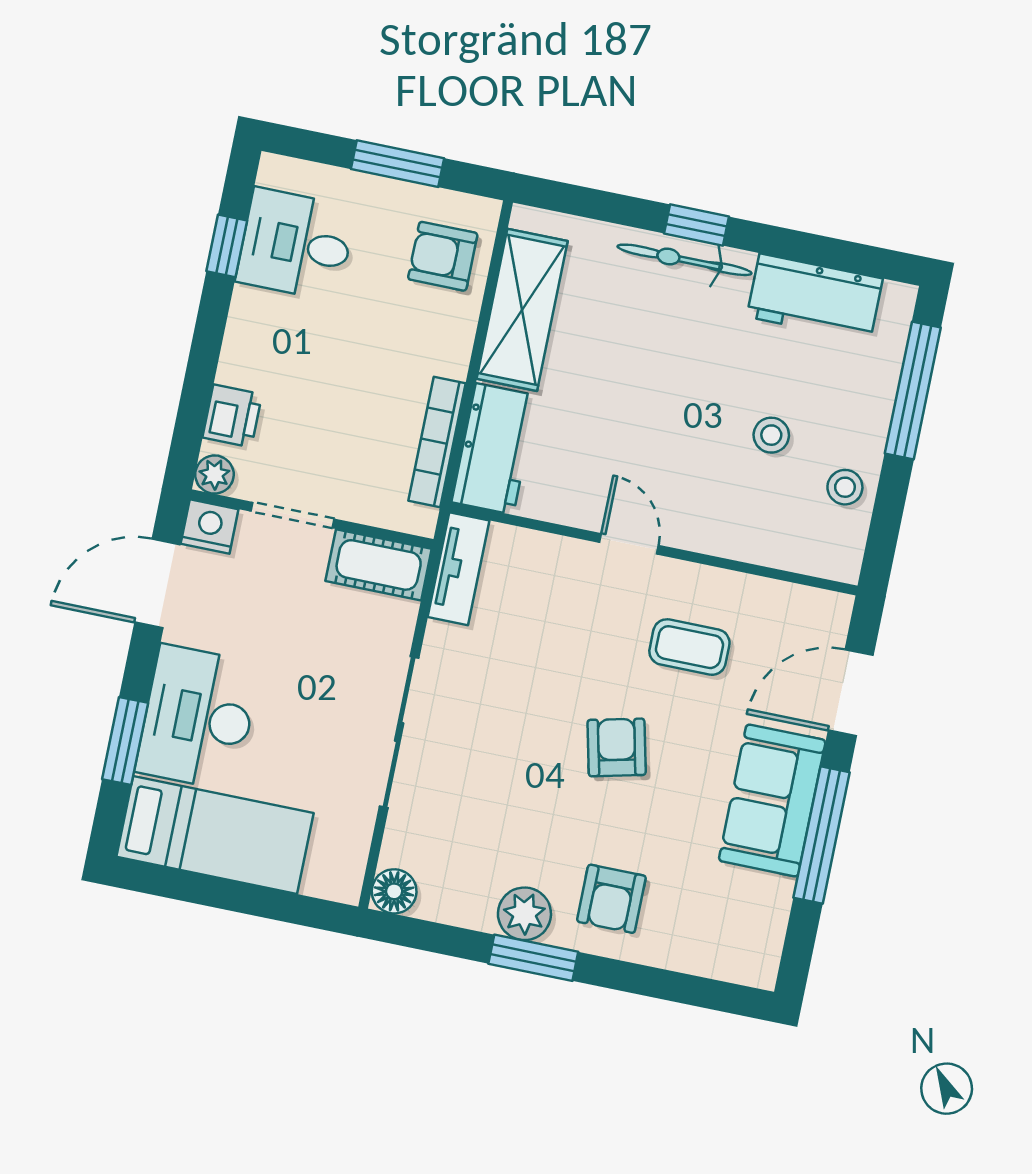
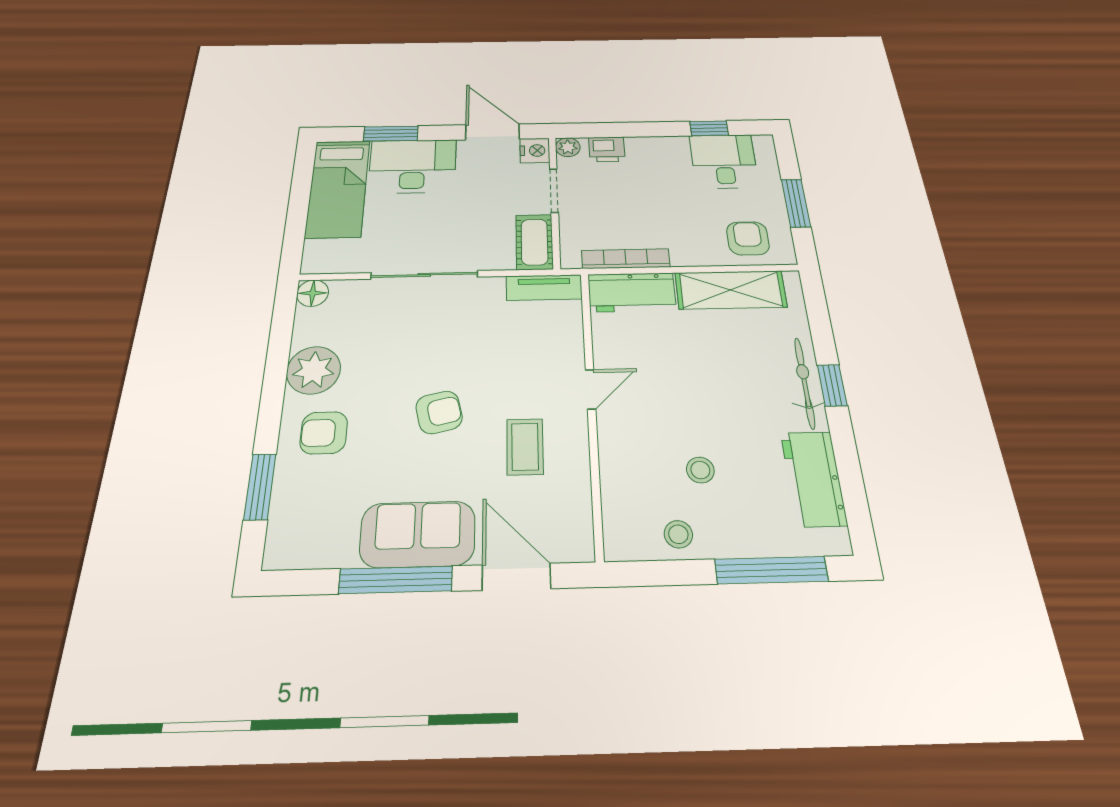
plant: (524, 914) -> (314, 370), width x1.36, depth x1.36
window: (533, 958) -> (260, 487), moved

